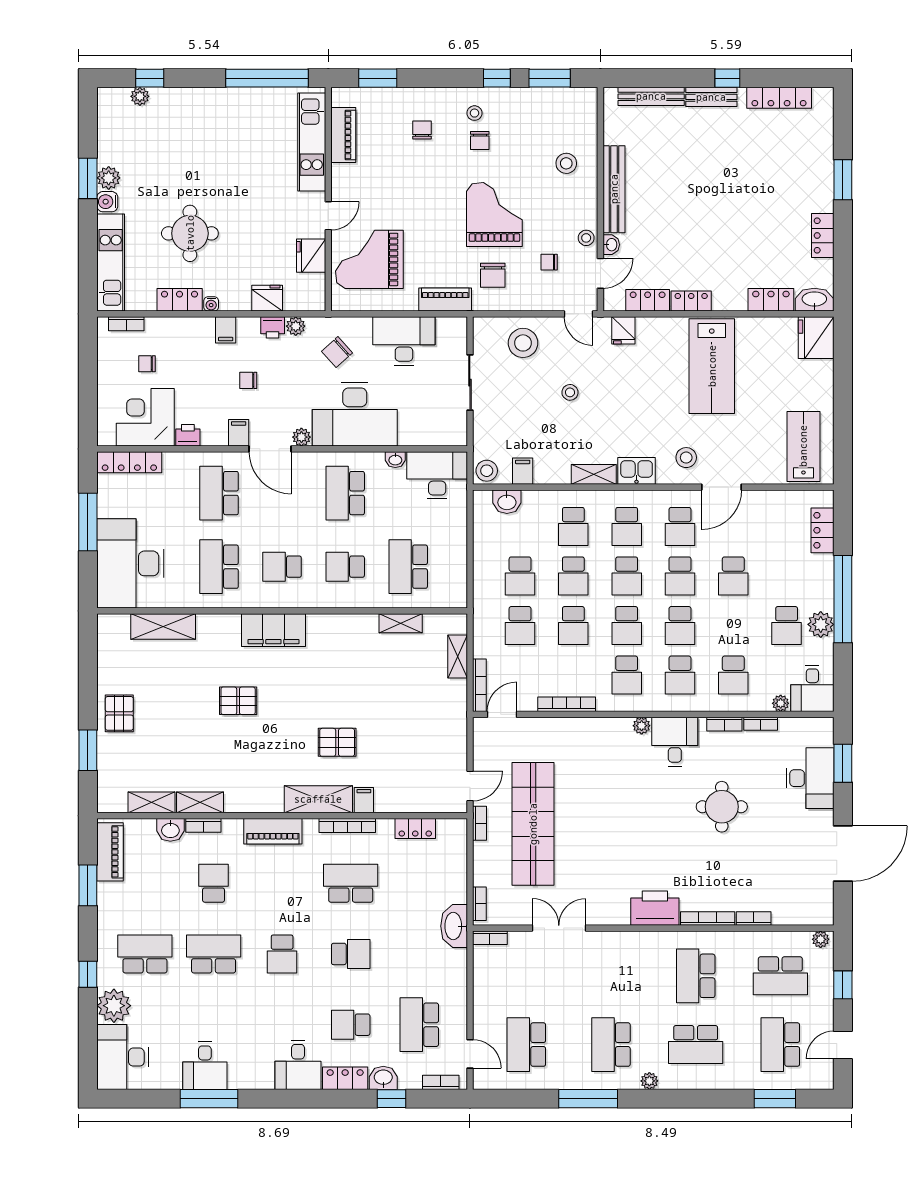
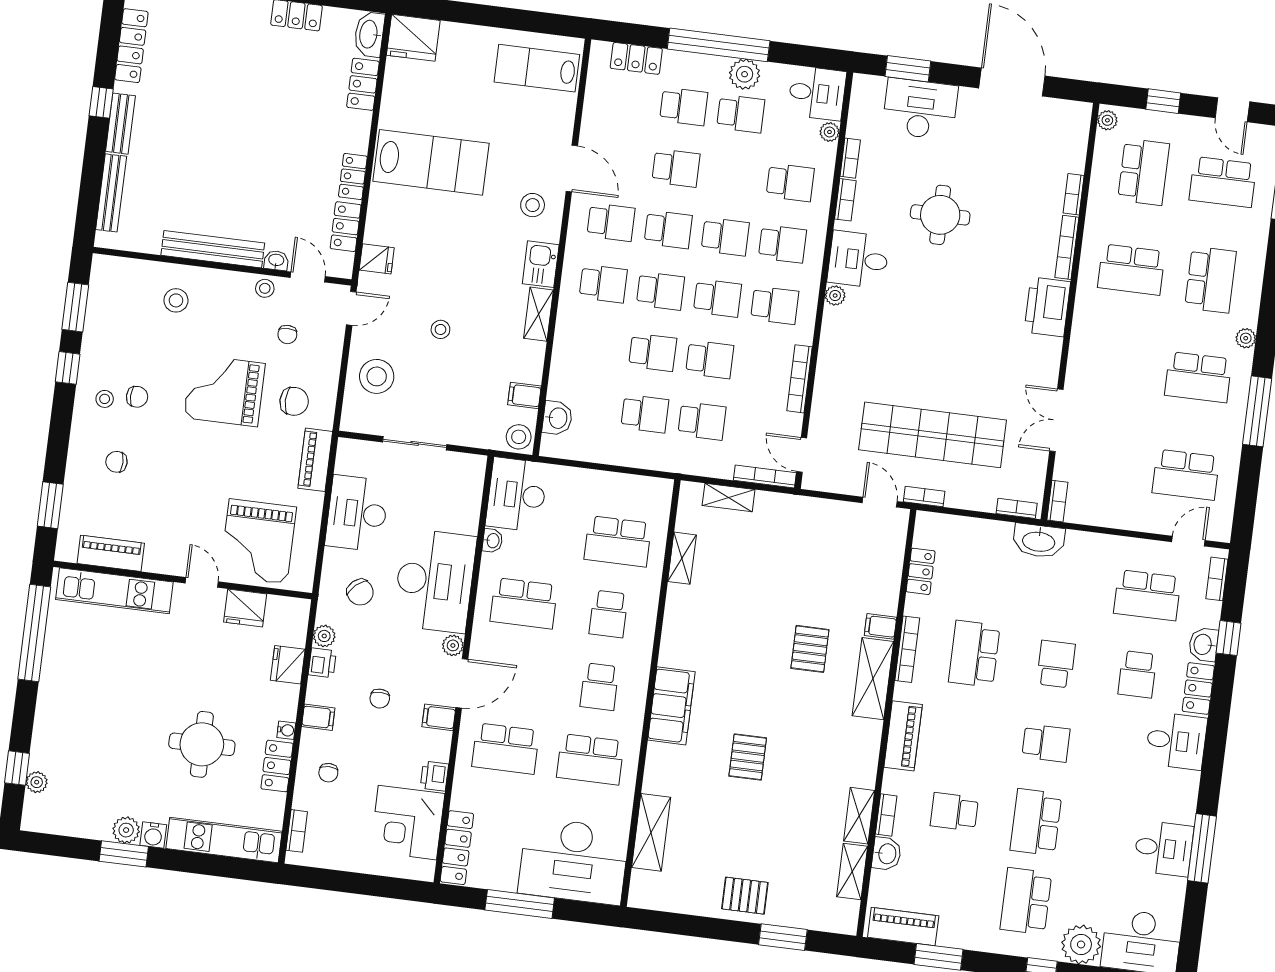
chair: (147, 364) -> (328, 773), moved
school desk: (573, 526) -> (684, 107), moved

